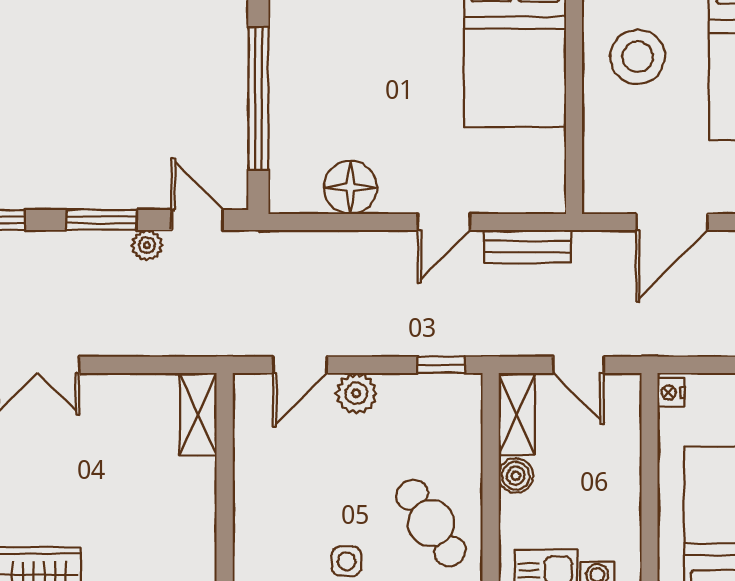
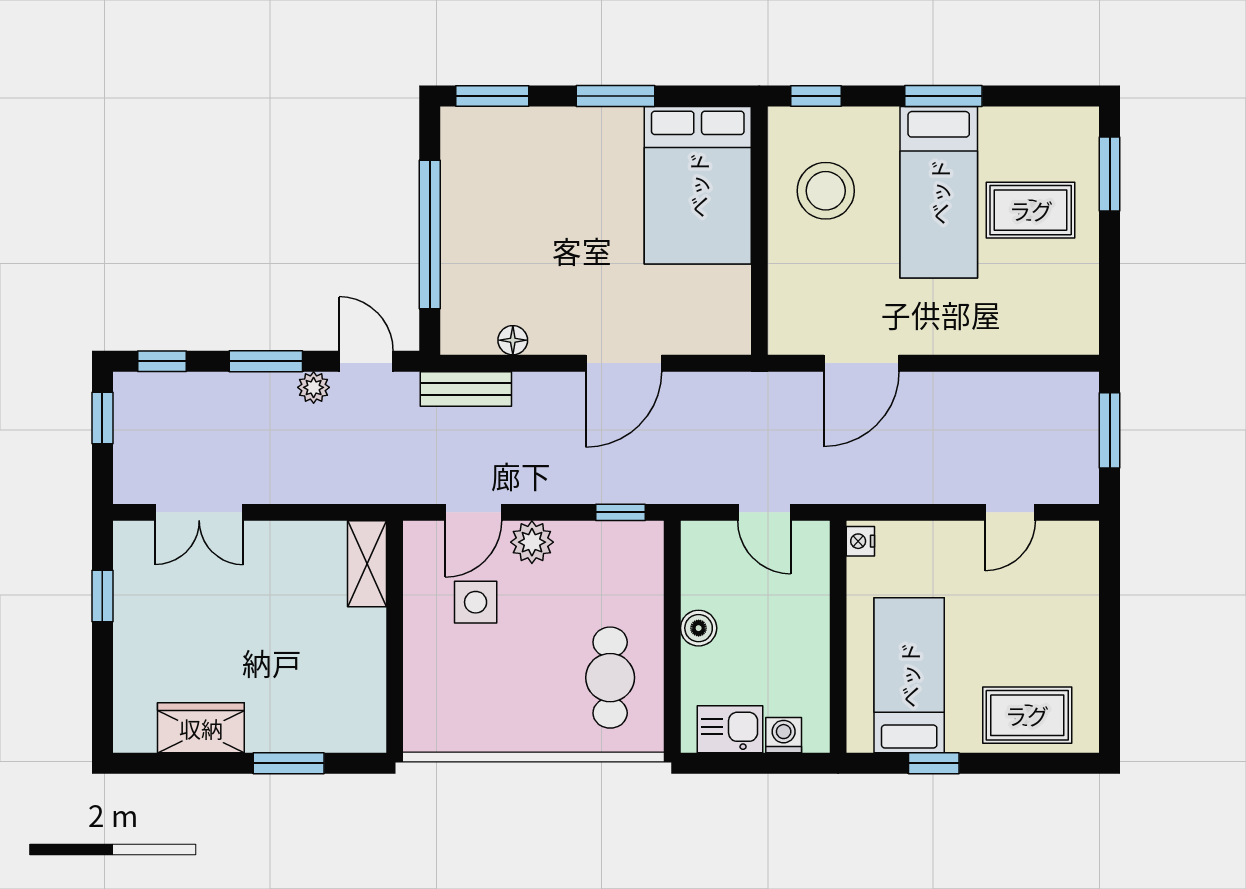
floor lamp: (350, 187) -> (513, 340), width x0.53, depth x0.53
door: (444, 222) -> (624, 363), width x1.38
bench: (527, 247) -> (466, 389), moved
shelving: (517, 415) -> (700, 564), removed
cafe table: (431, 523) -> (610, 678), turned 34
side table: (347, 561) -> (476, 602), moved, width x1.37, depth x1.37

